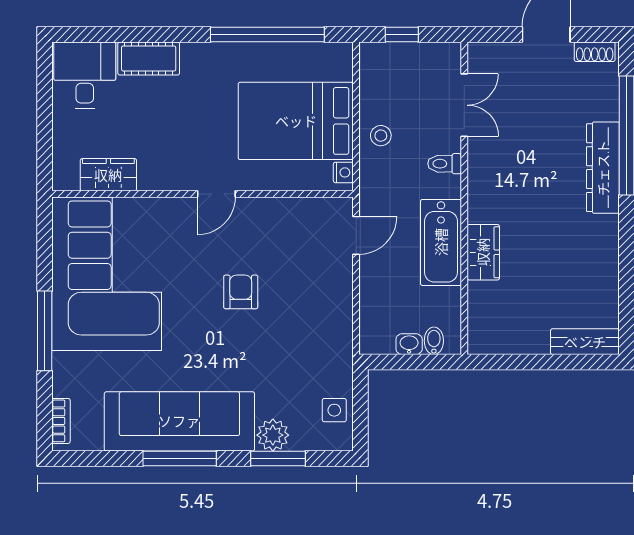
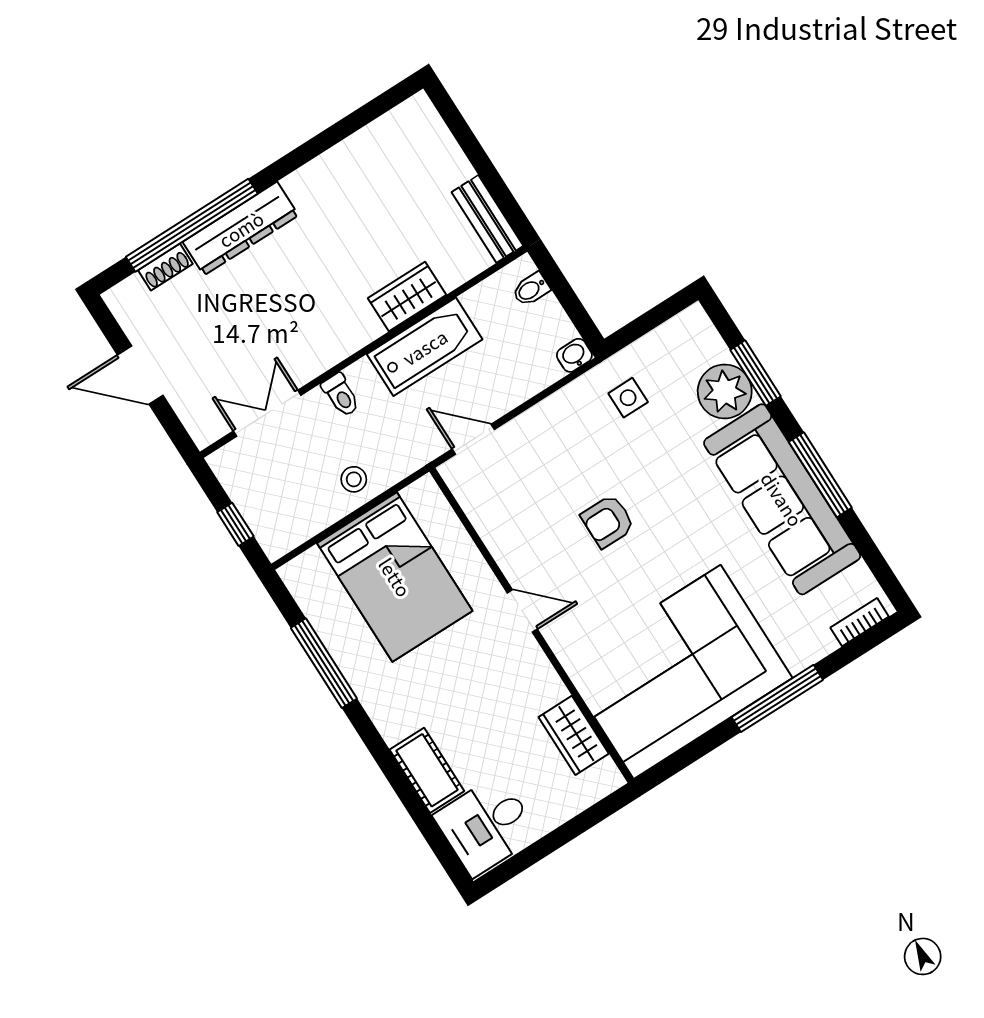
window: (267, 34) -> (324, 663), width x0.68
shoe rack: (595, 52) -> (165, 267), moved, turned 90
nightstand: (343, 172) -> (417, 494), removed
bench: (585, 342) -> (487, 219), moved
washbasin: (409, 344) -> (574, 355), moved, turned 90
side table: (334, 410) -> (628, 398), moved
plant: (273, 435) -> (725, 391), width x1.36, depth x1.36

